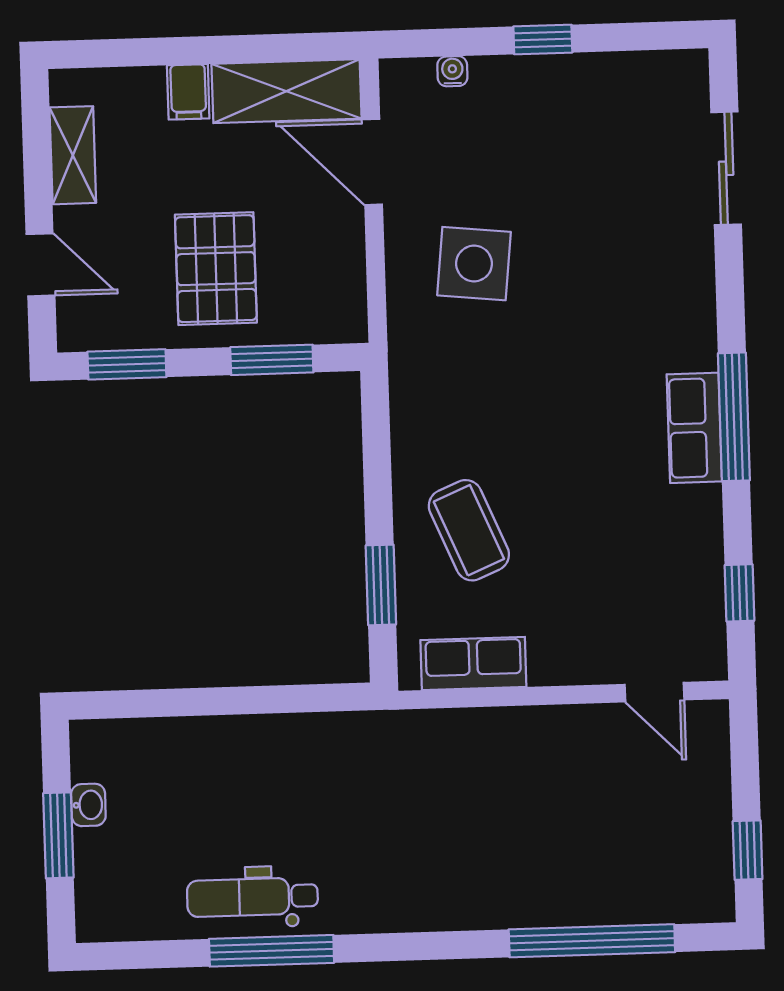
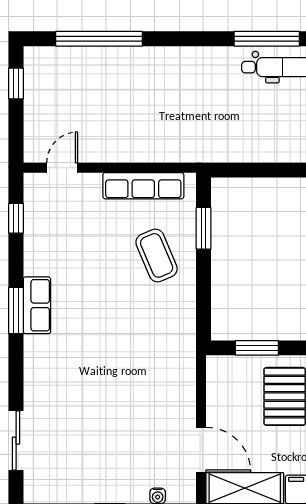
side table: (474, 264) -> (149, 395), removed
window: (734, 417) -> (16, 310), width x0.69
row of seats: (473, 663) -> (143, 186), width x1.48
door: (655, 692) -> (62, 168), hinge flipped

